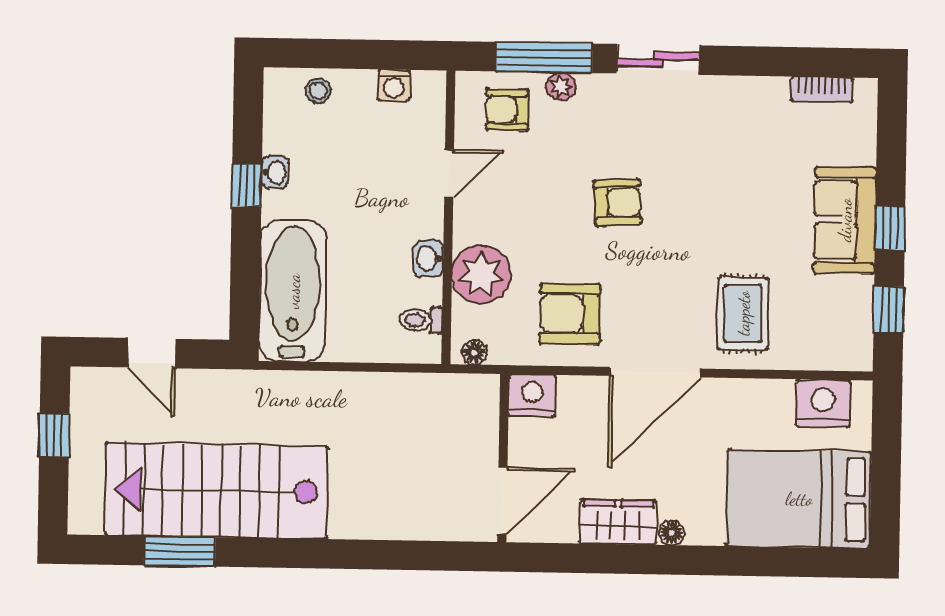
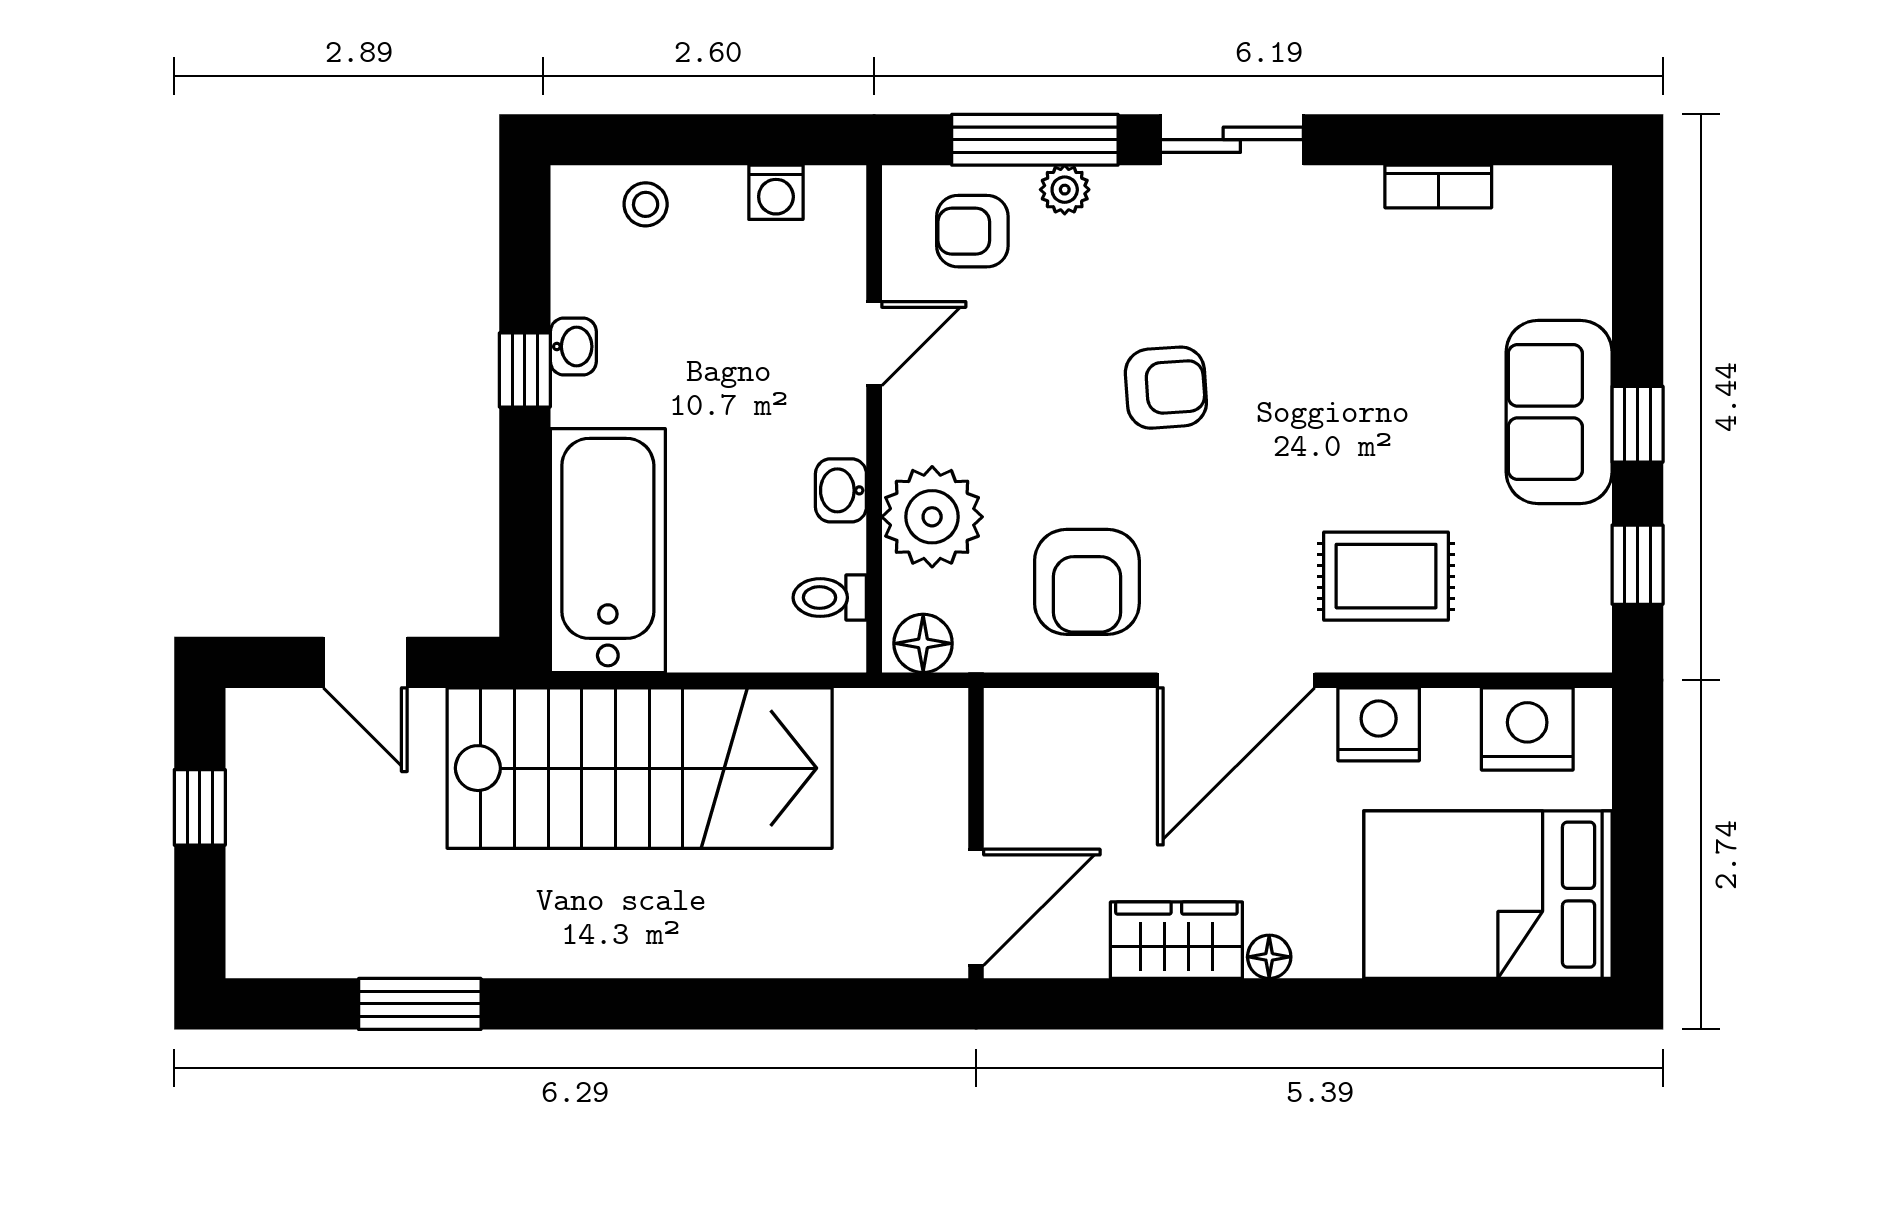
bookcase: (822, 89) -> (1438, 187), moved
rug: (743, 313) -> (1386, 576), turned 90
armchair: (570, 314) -> (1087, 582), turned -90
floor lamp: (474, 352) -> (923, 643), width x1.37, depth x1.37
nightstand: (532, 396) -> (1379, 724), moved
stairs: (217, 491) -> (640, 768), moved, turned 180

